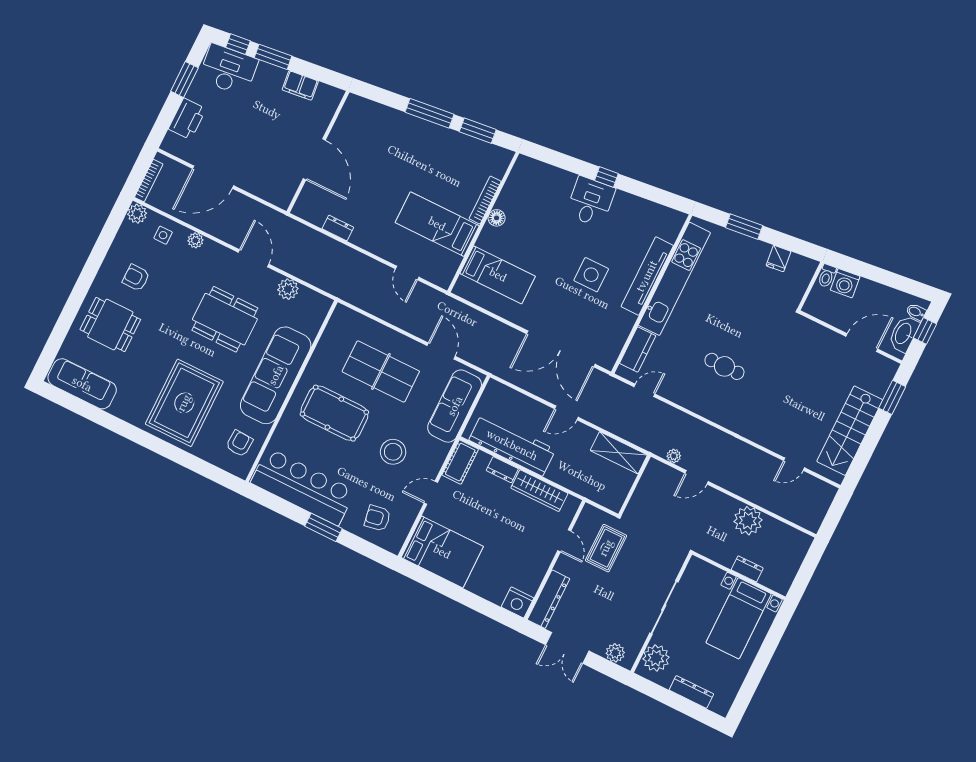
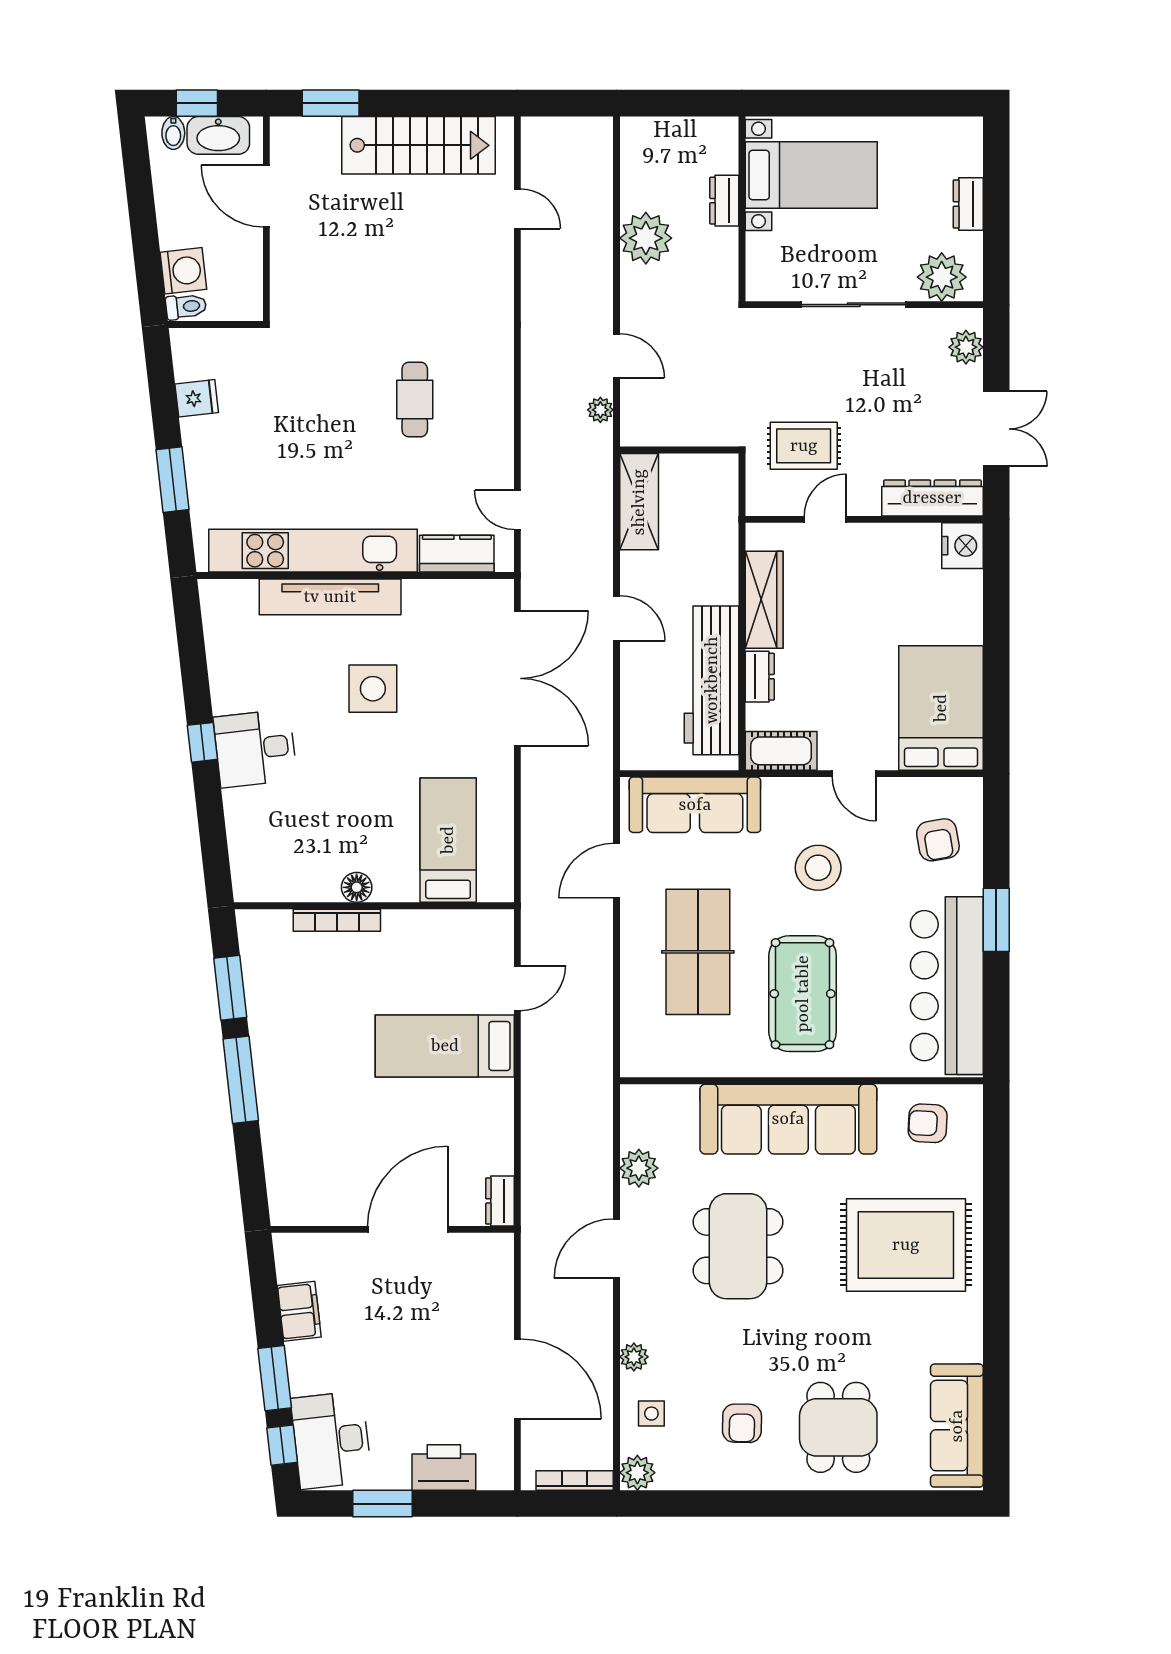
bed: (437, 224) -> (445, 1046), moved, turned 90
dresser: (338, 228) -> (500, 1201), moved
dresser: (691, 692) -> (968, 204), width x0.70

